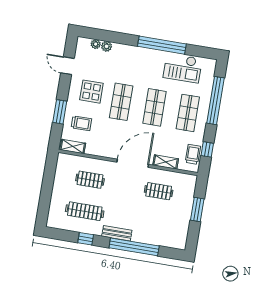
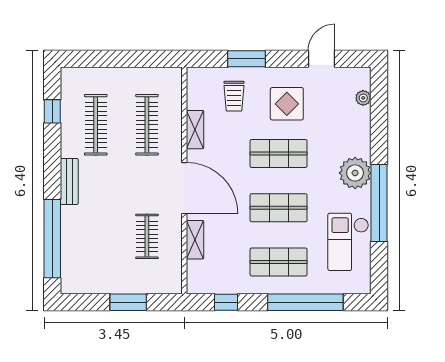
plant: (107, 46) -> (355, 173), moved, width x1.88, depth x1.88
shelving: (73, 147) -> (195, 130), moved
trolley: (193, 154) -> (214, 281), removed
clothes rail: (90, 180) -> (147, 125), width x1.36
window: (86, 239) -> (52, 111), moved
window: (134, 247) -> (52, 239), moved

